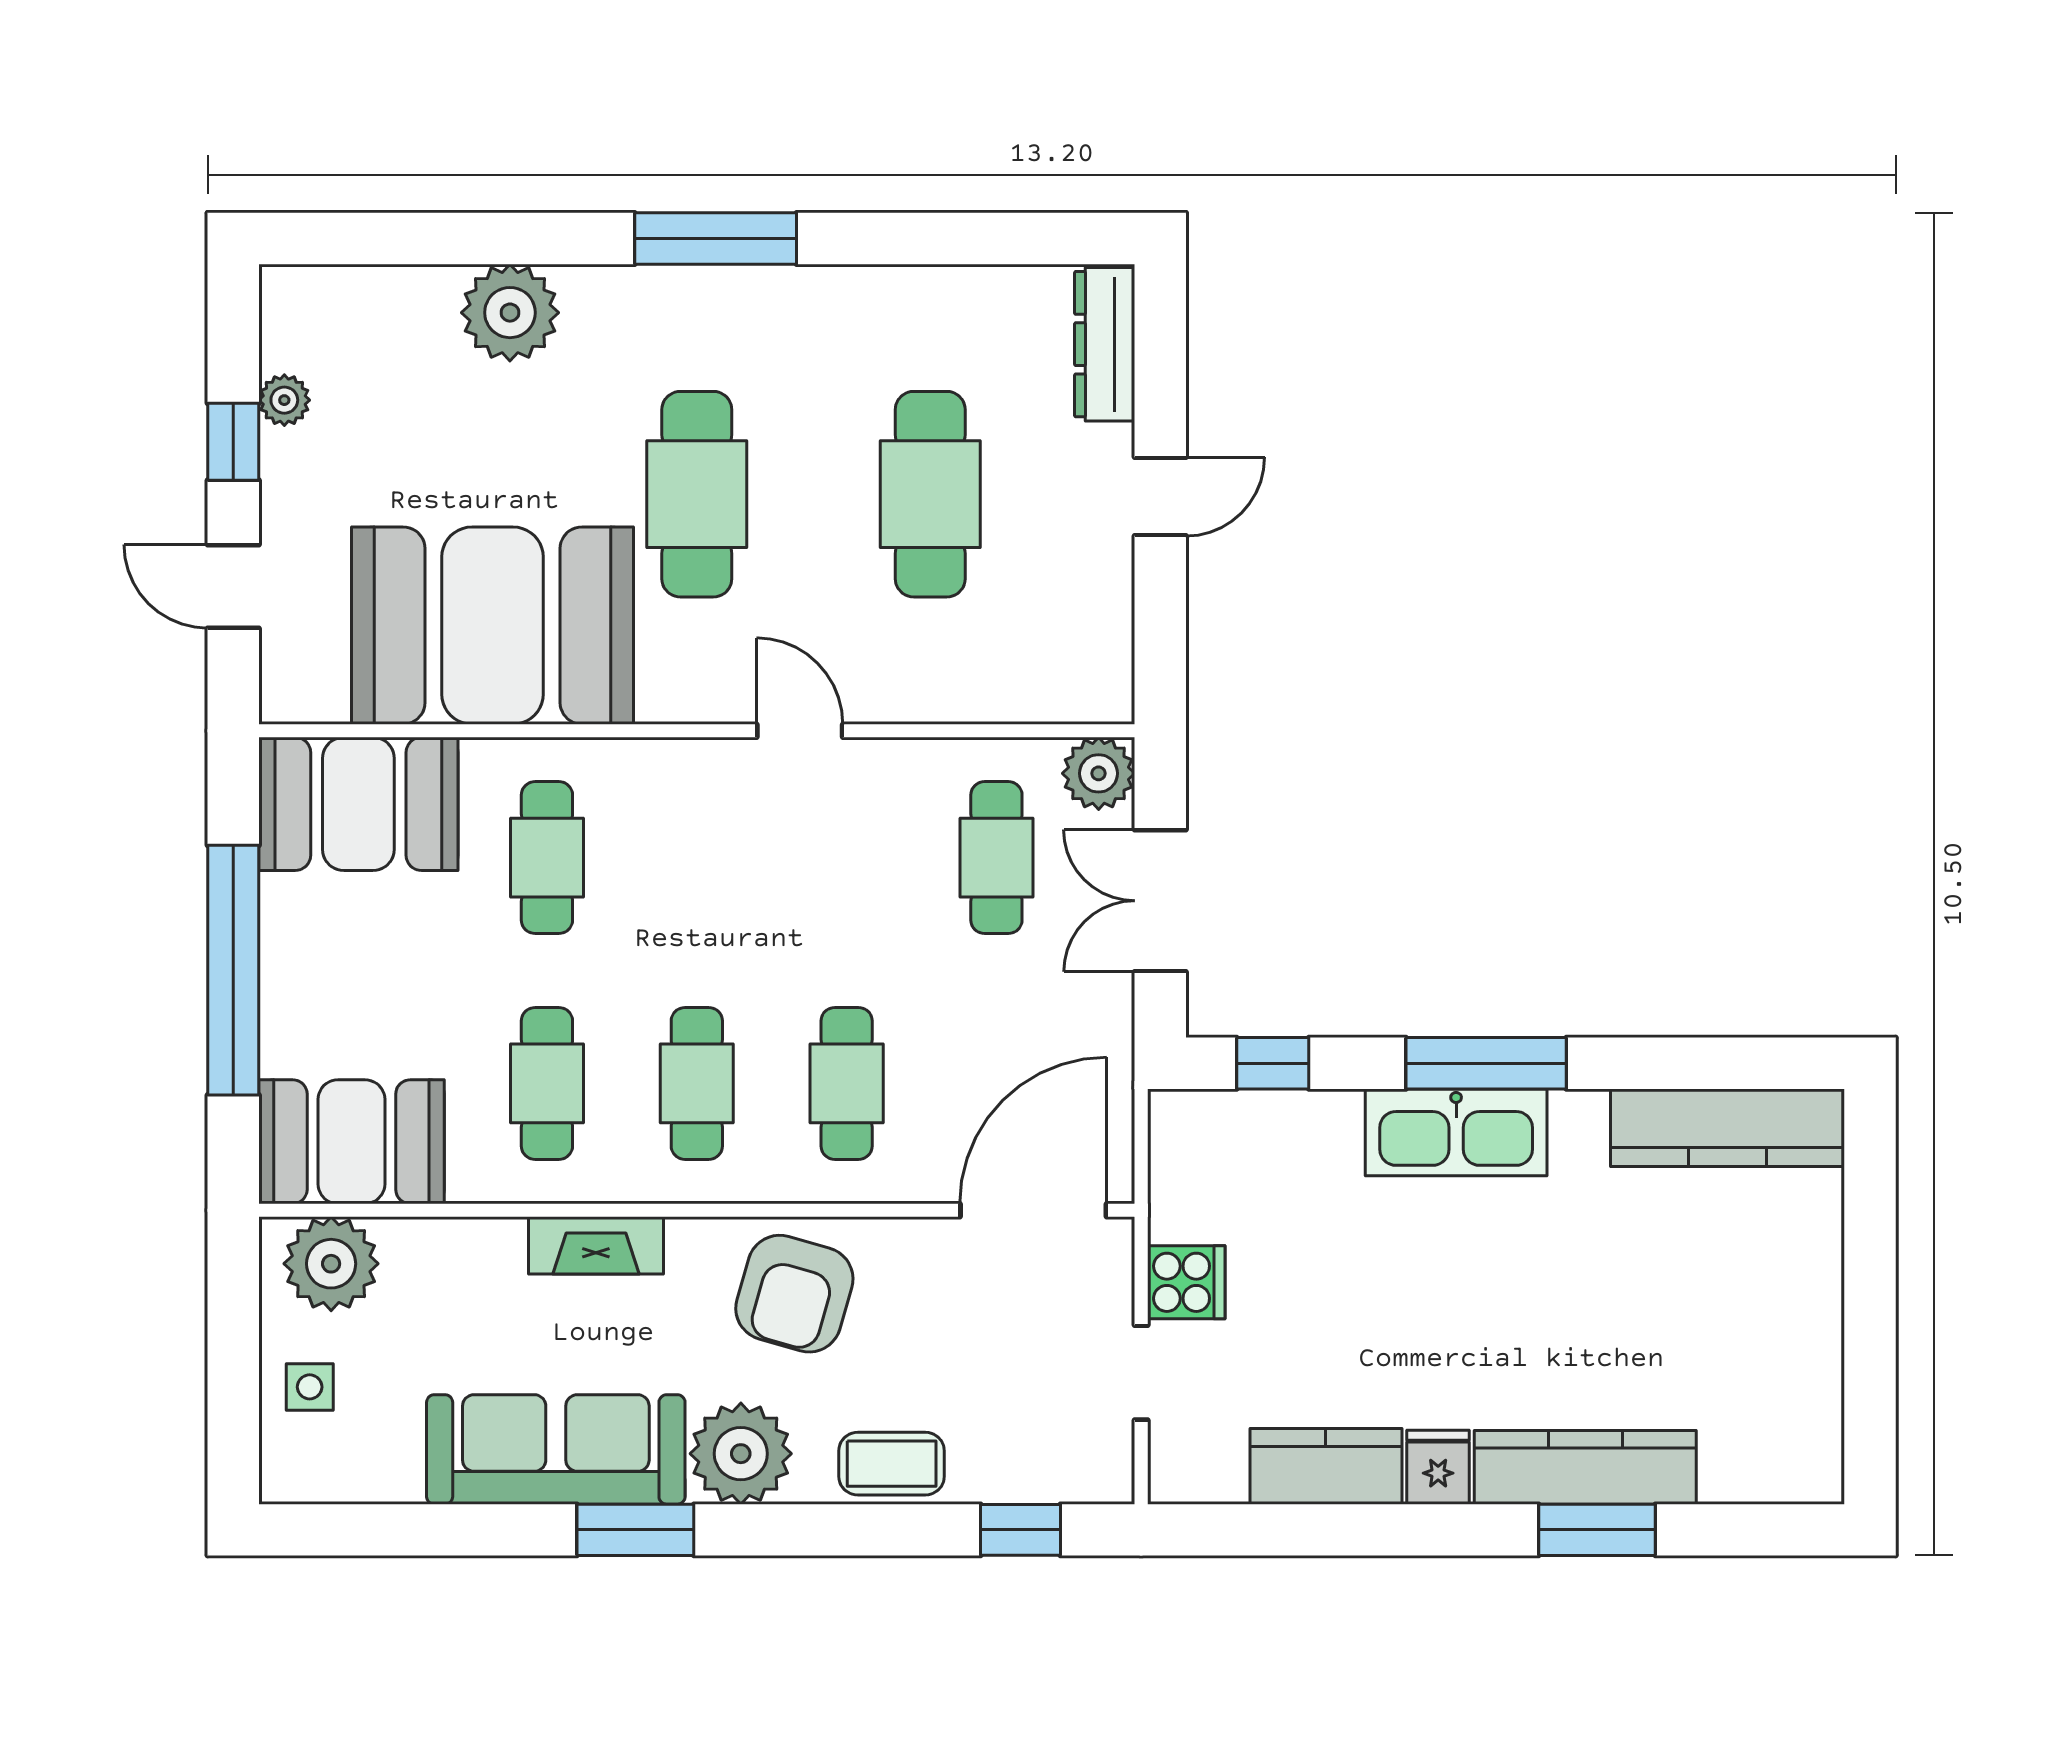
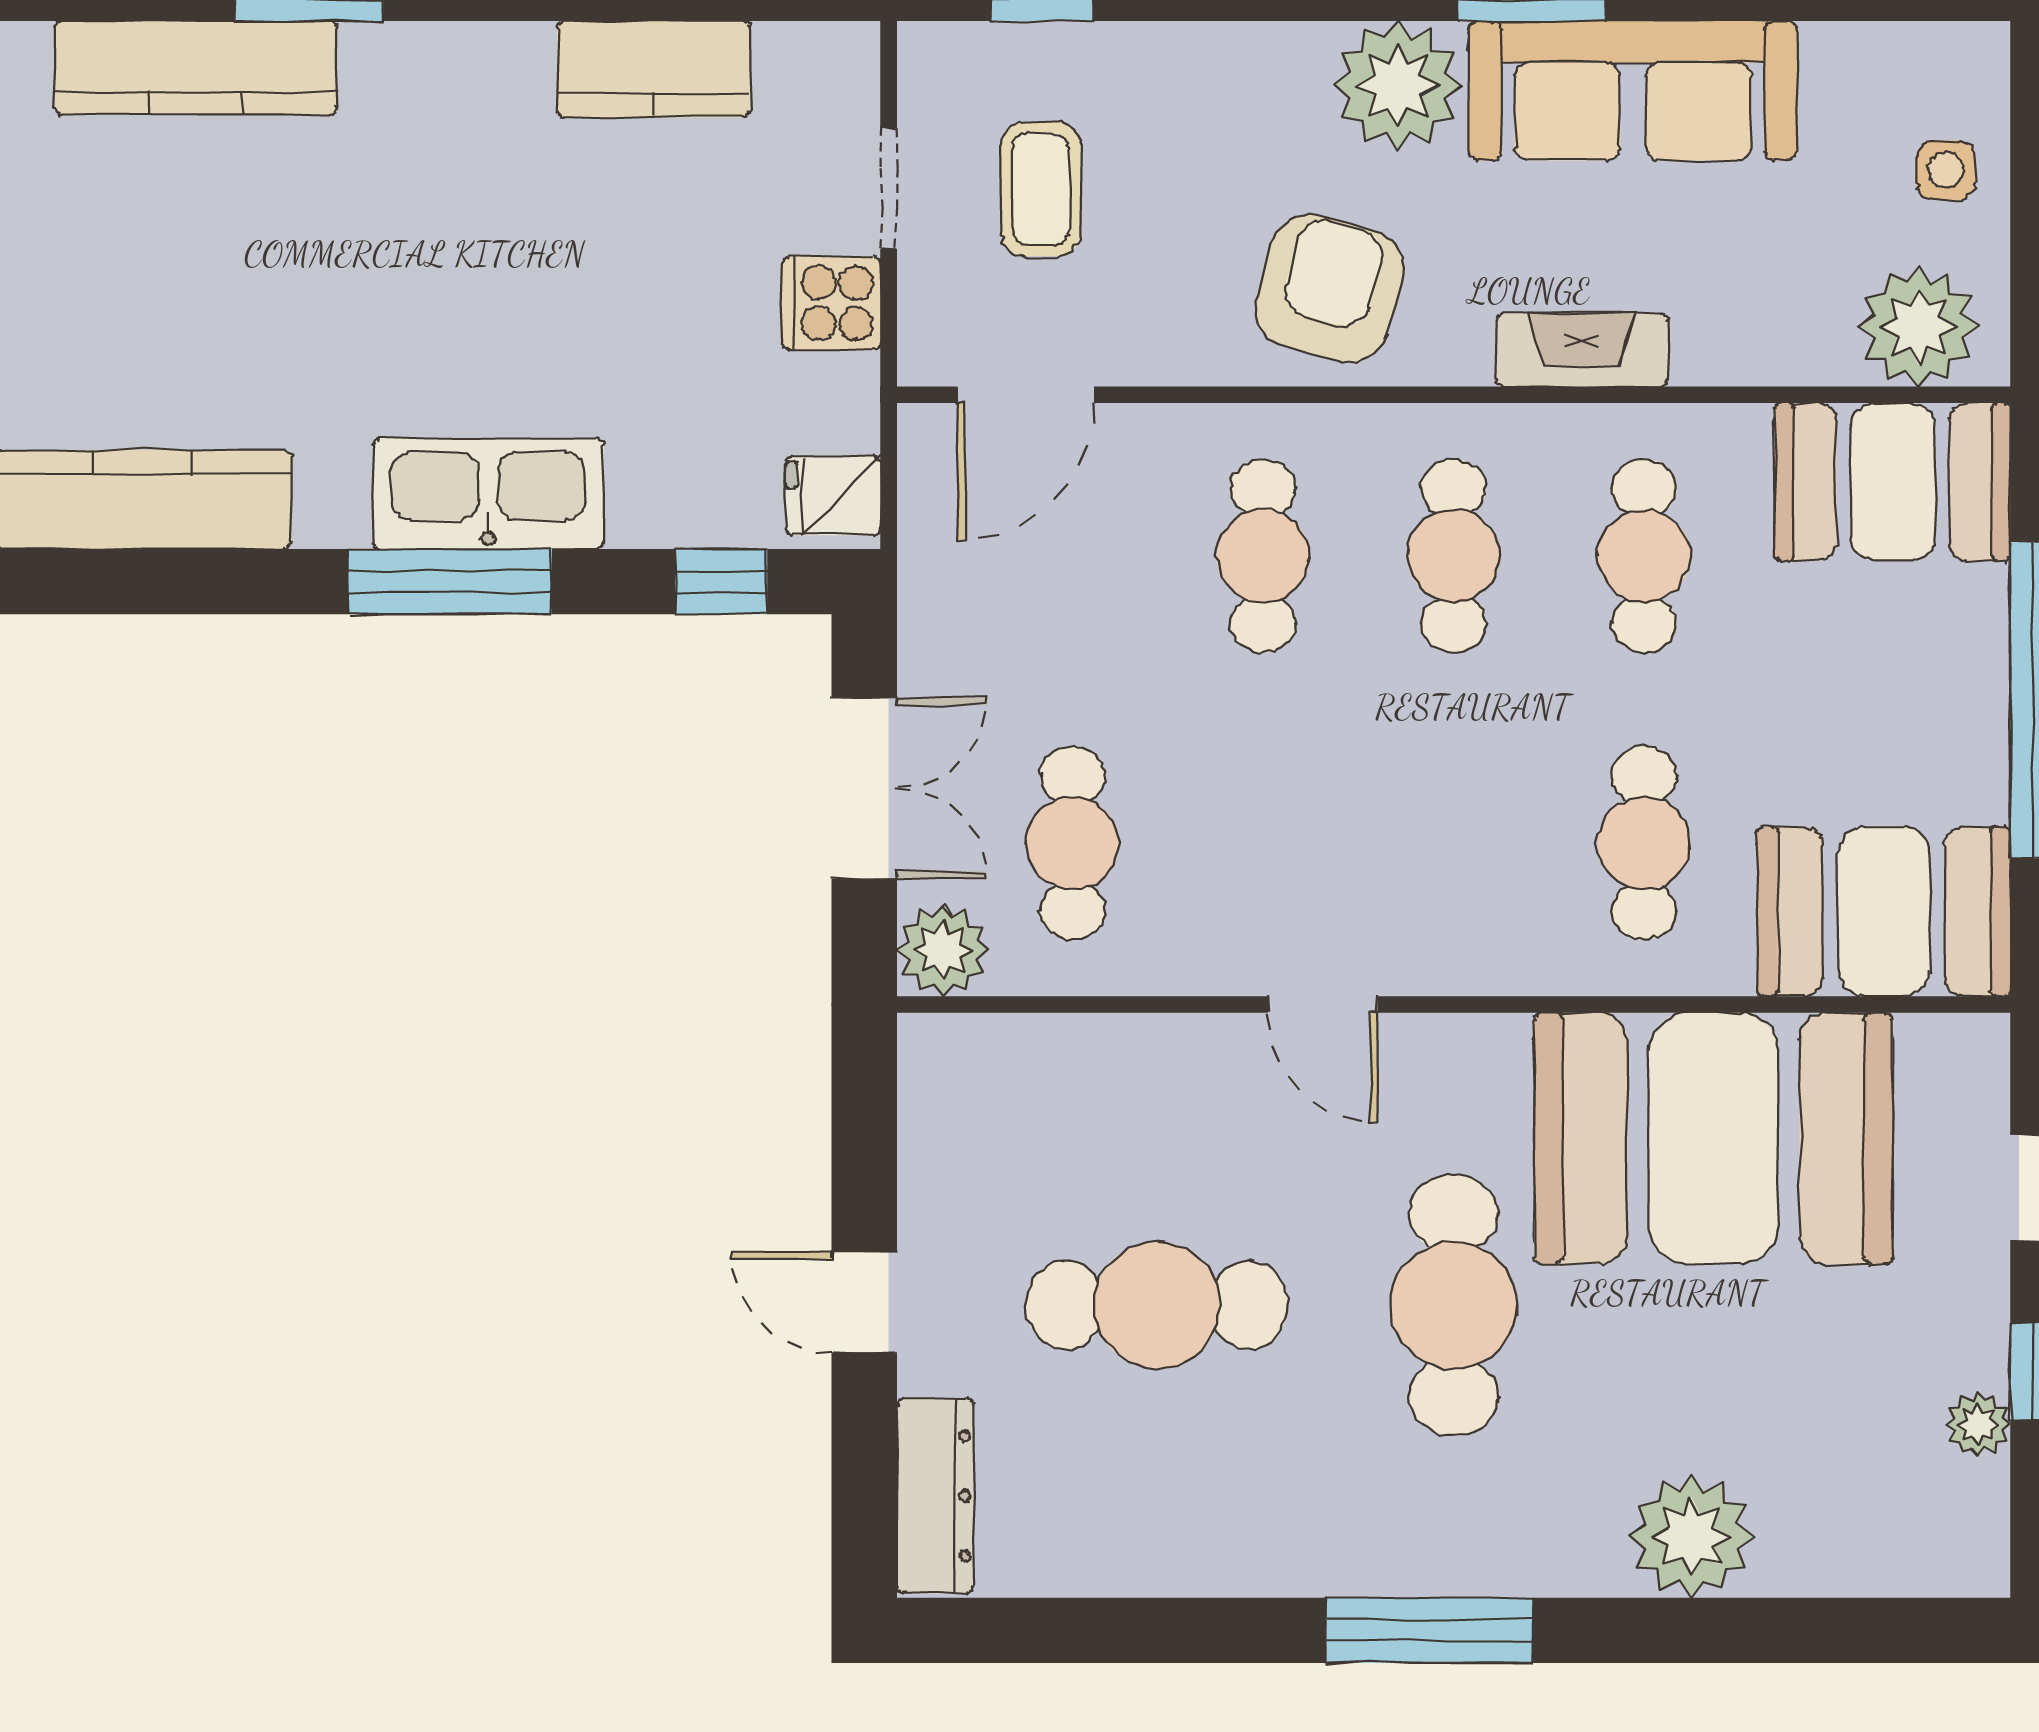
cafe table: (930, 494) -> (1157, 1305), turned 90
door: (1160, 497) -> (864, 1302), hinge flipped
door: (1033, 1210) -> (1026, 395), width x0.73
coffee table: (892, 1464) -> (1041, 189), moved, turned 90
fridge: (1438, 1467) -> (833, 495), moved, turned 90
kitchen counter: (1585, 1467) -> (196, 68), moved

